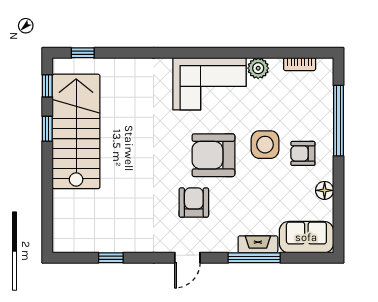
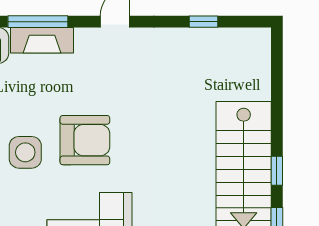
armchair: (194, 203) -> (108, 85), removed
fireplace: (258, 244) -> (42, 40), width x1.37, depth x1.32

